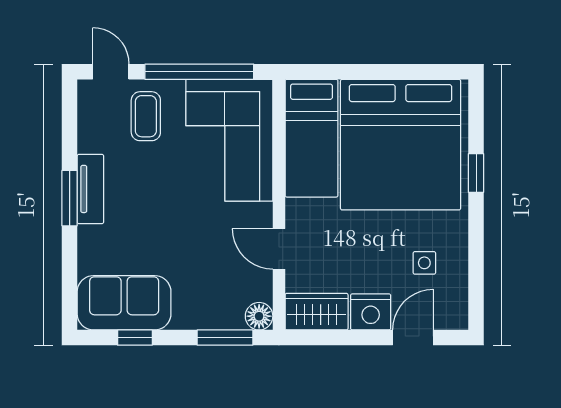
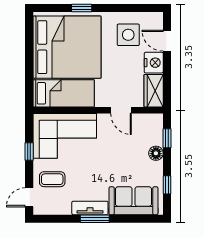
window: (199, 72) -> (29, 151), width x0.32
door: (279, 249) -> (121, 110), hinge flipped
side table: (424, 263) -> (128, 35), width x1.87, depth x1.87
sofa: (124, 303) -> (133, 201), moved, turned 90
floor lamp: (259, 316) -> (156, 153), moved
window: (225, 338) -> (167, 138), width x0.67

